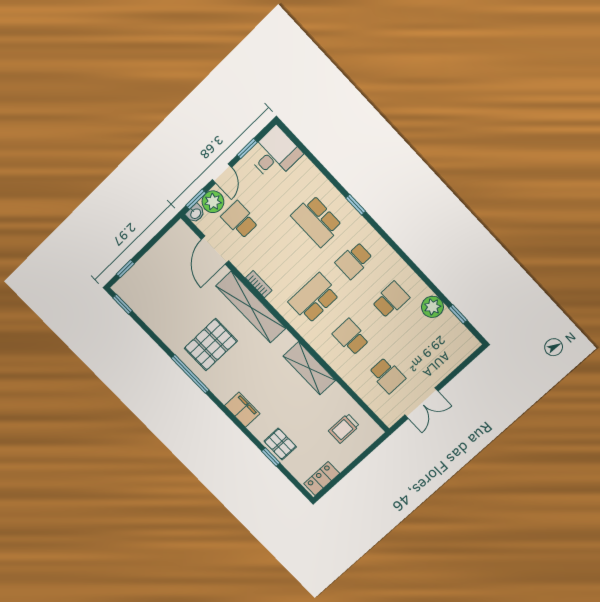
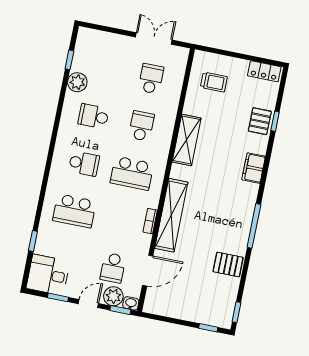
window: (356, 205) -> (33, 241), moved
school desk: (317, 221) -> (74, 211), turned 90
school desk: (351, 337) -> (141, 126), turned 180
pallet: (211, 345) -> (228, 265), moved, width x0.67, depth x0.71

